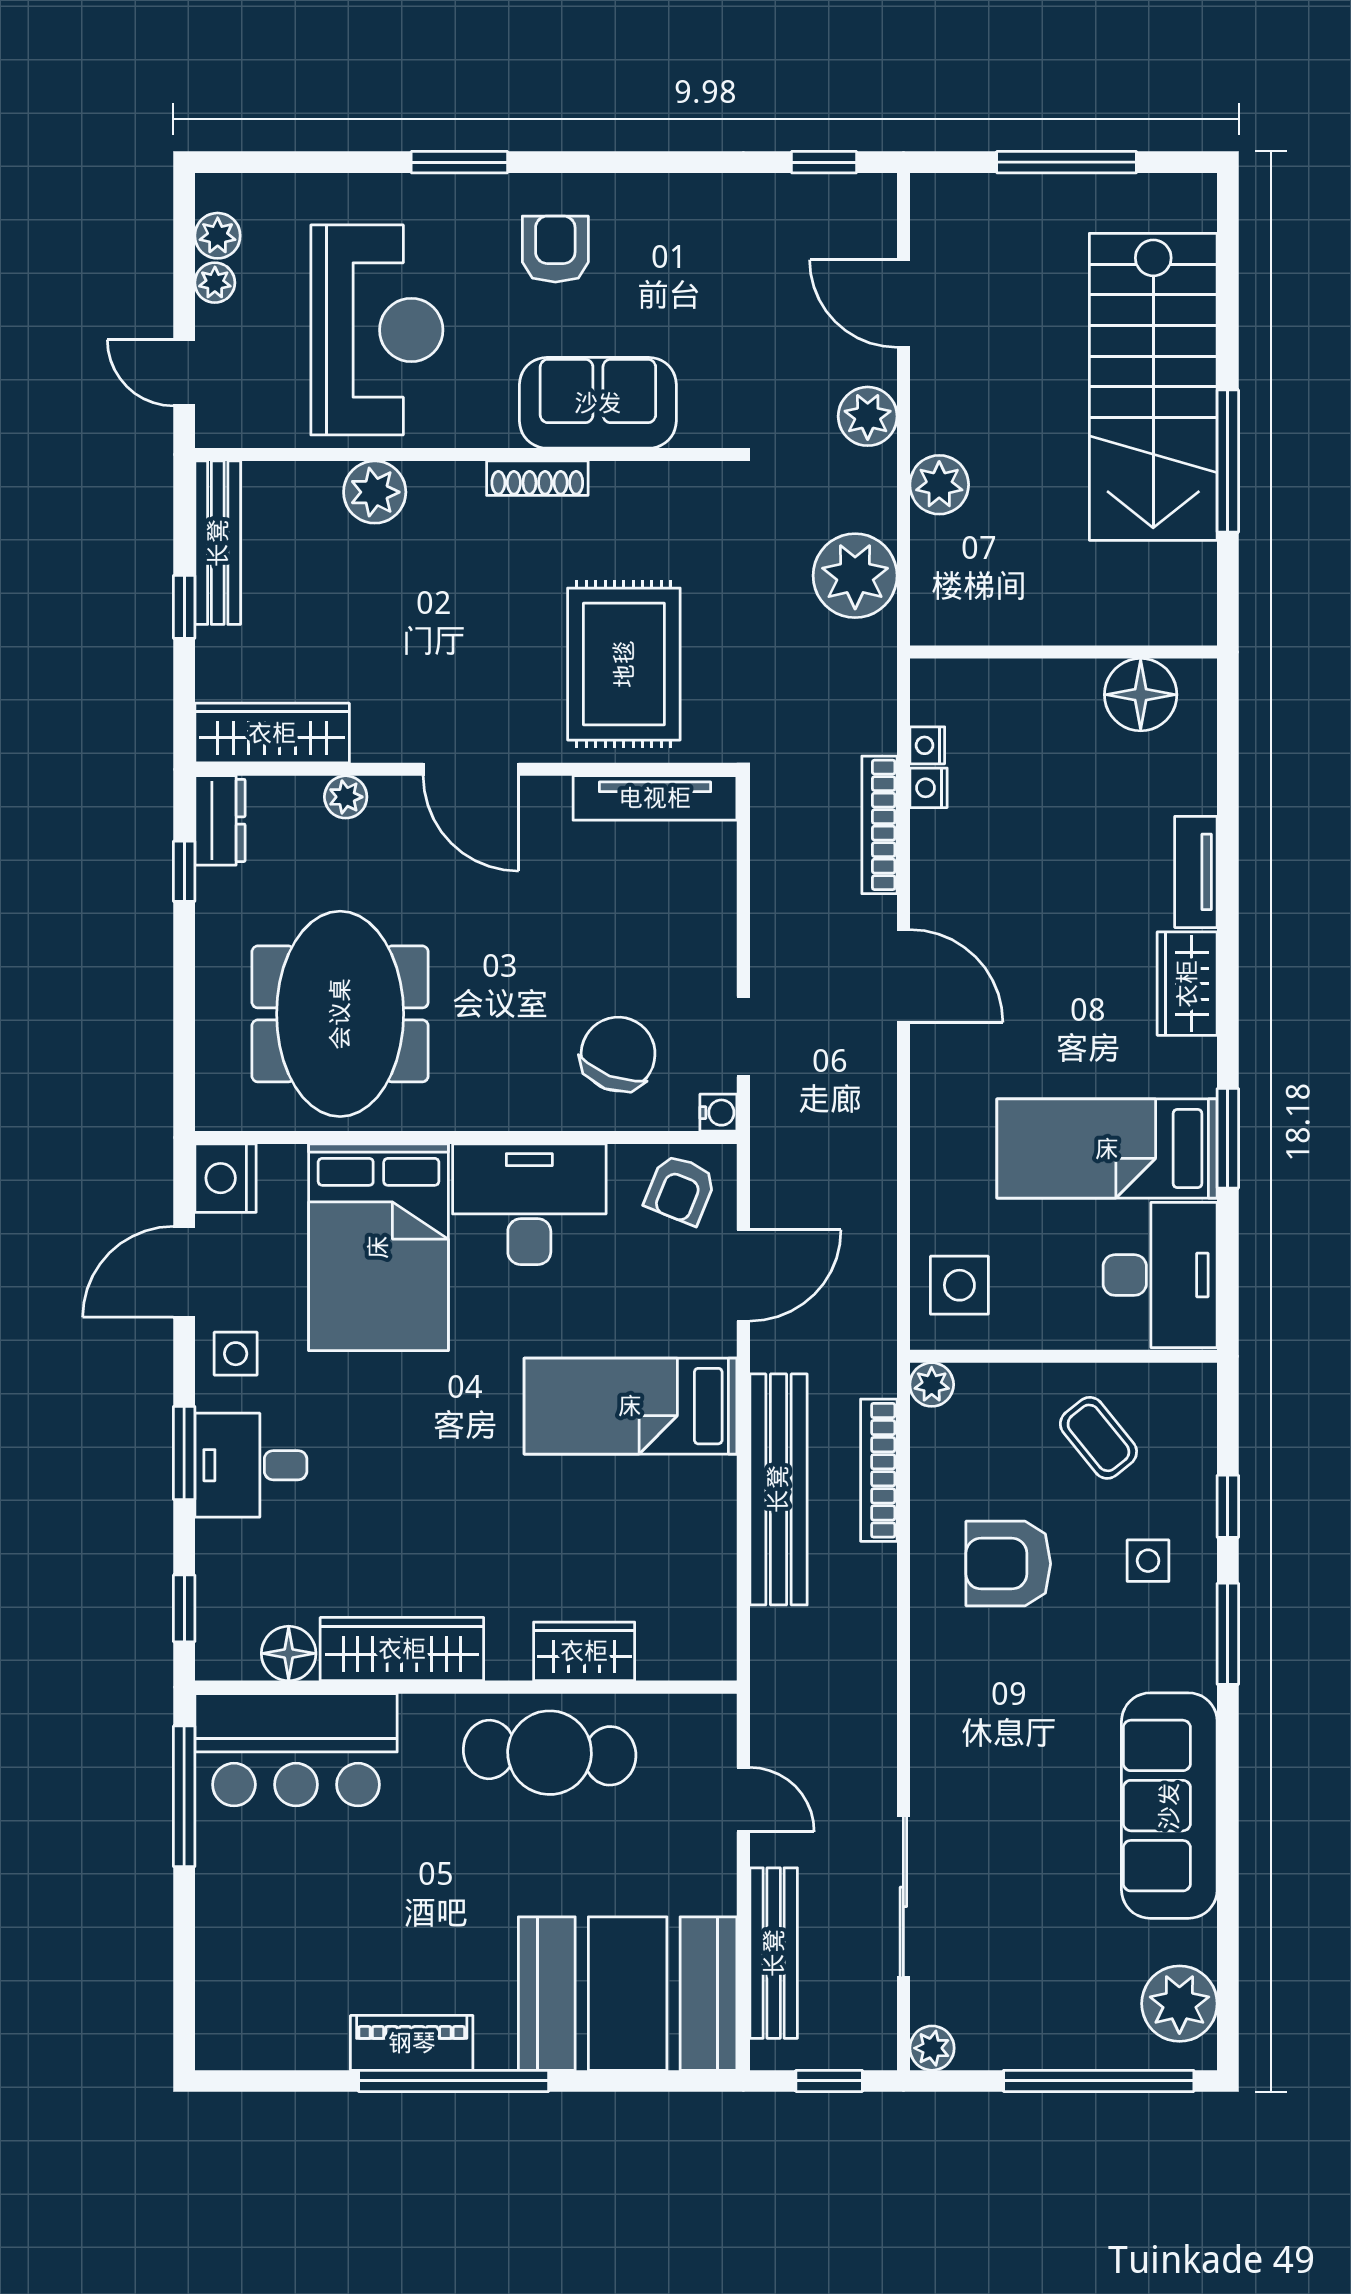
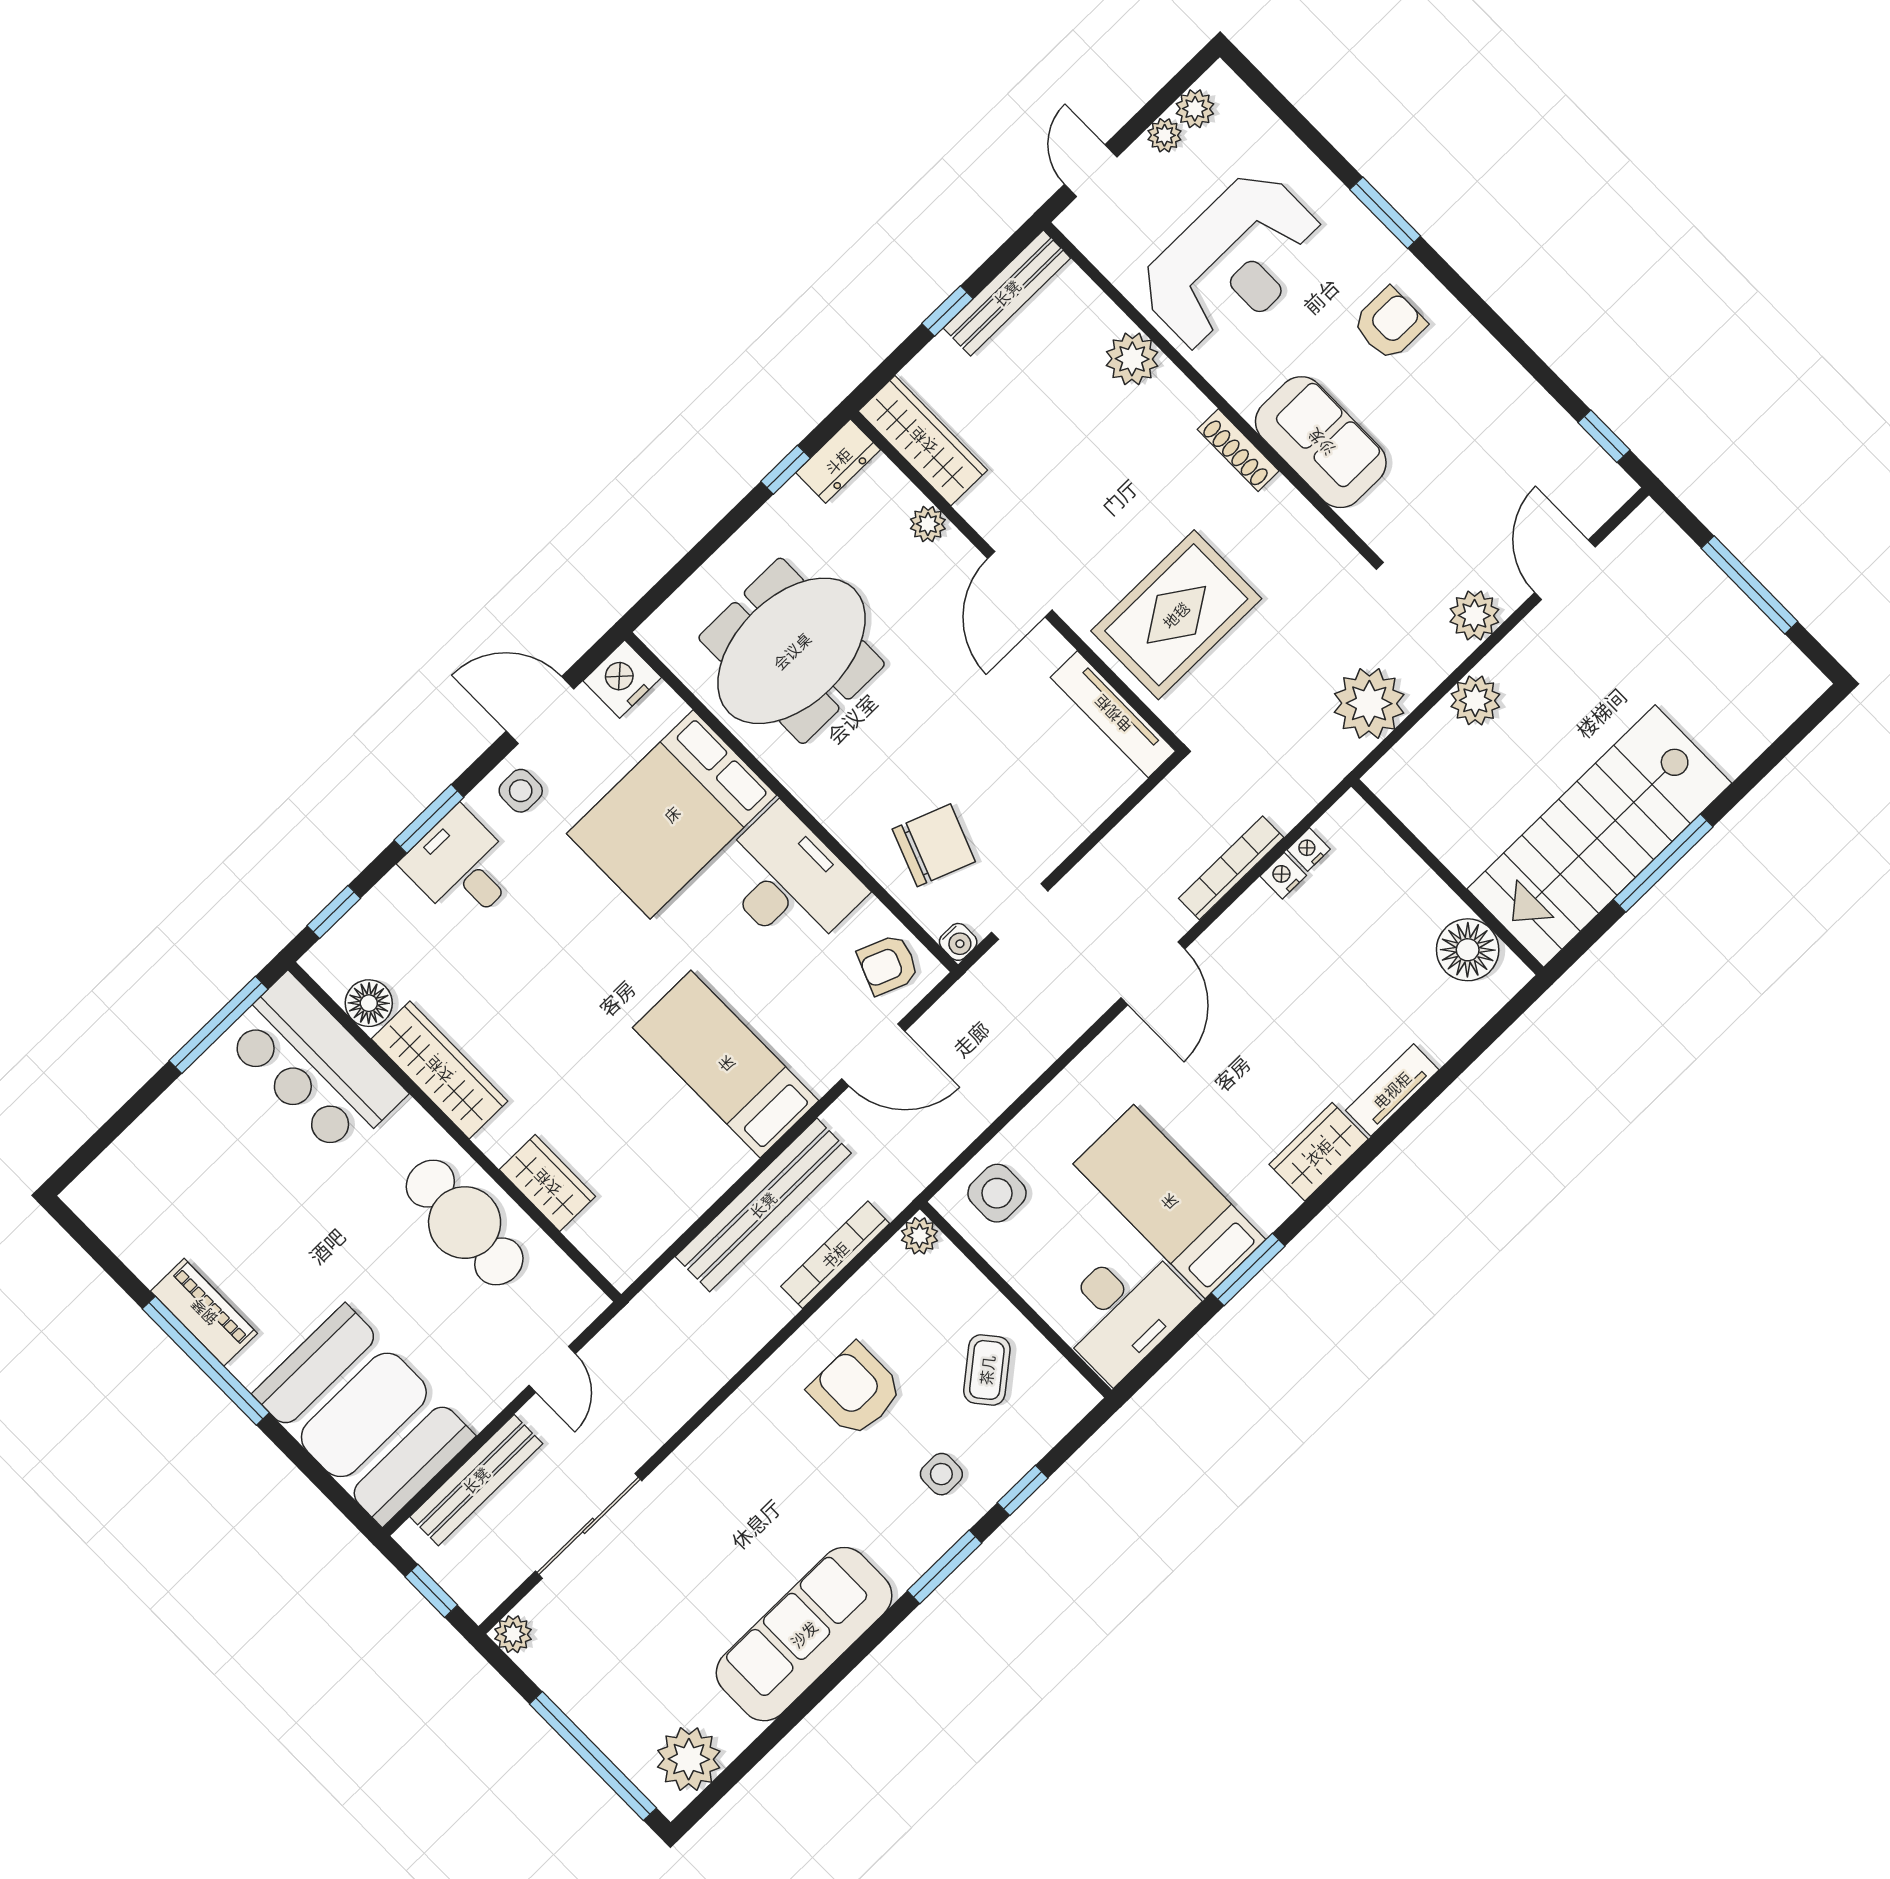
stairs: (1153, 387) -> (1599, 836), moved

